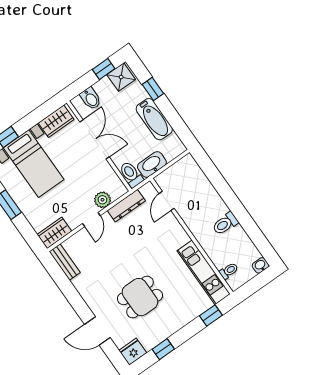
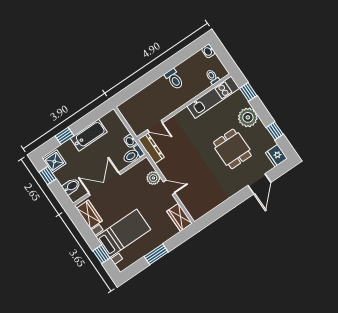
washbasin: (152, 165) -> (130, 141), width x0.52, depth x0.69
dresser: (126, 206) -> (151, 148), moved
bench: (65, 262) -> (203, 209), removed
plant: (179, 316) -> (248, 117), added

